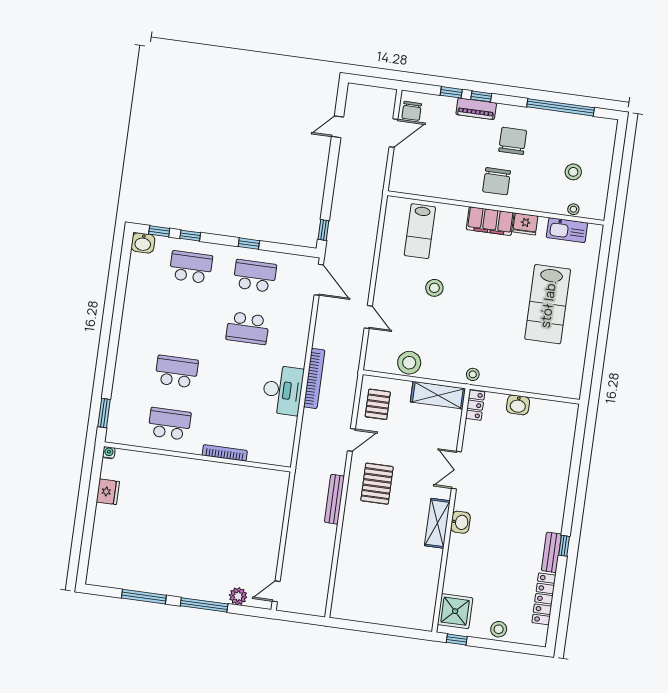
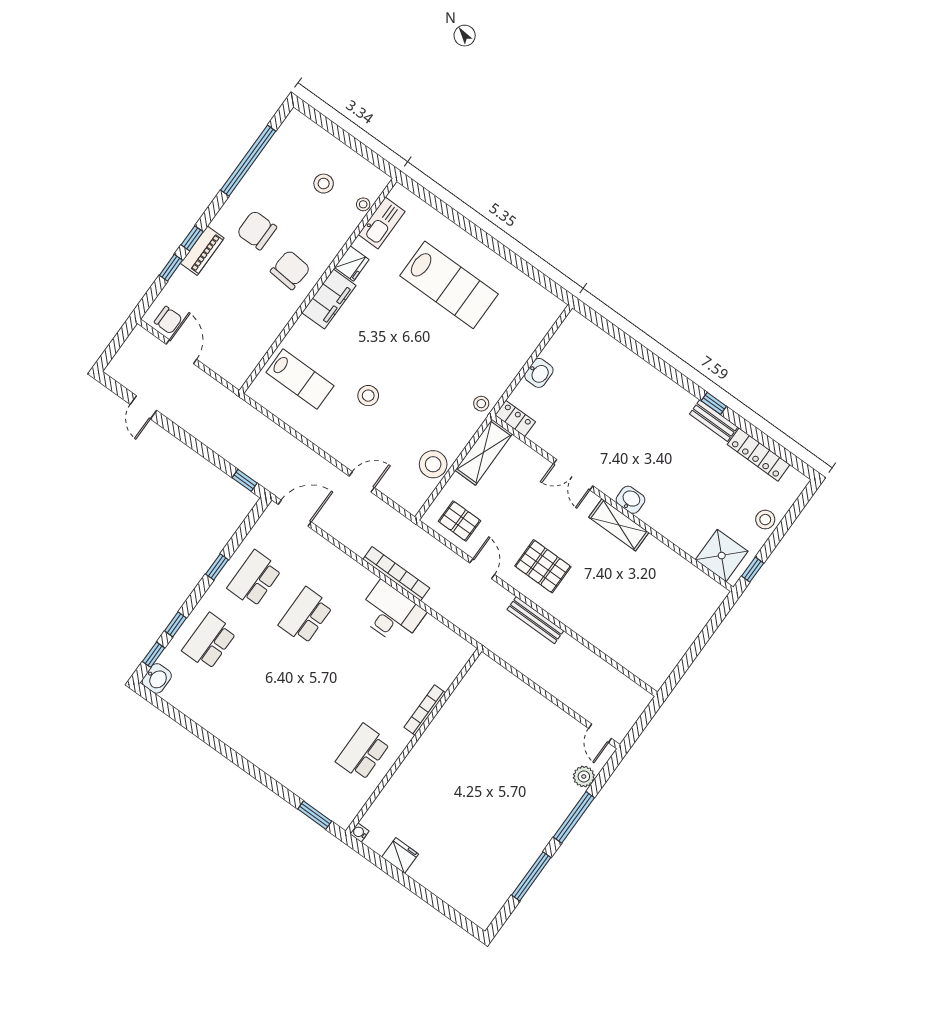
chair: (497, 181) -> (290, 270), turned -85
school desk: (248, 328) -> (306, 616), turned 180
school desk: (177, 372) -> (312, 715), removed

